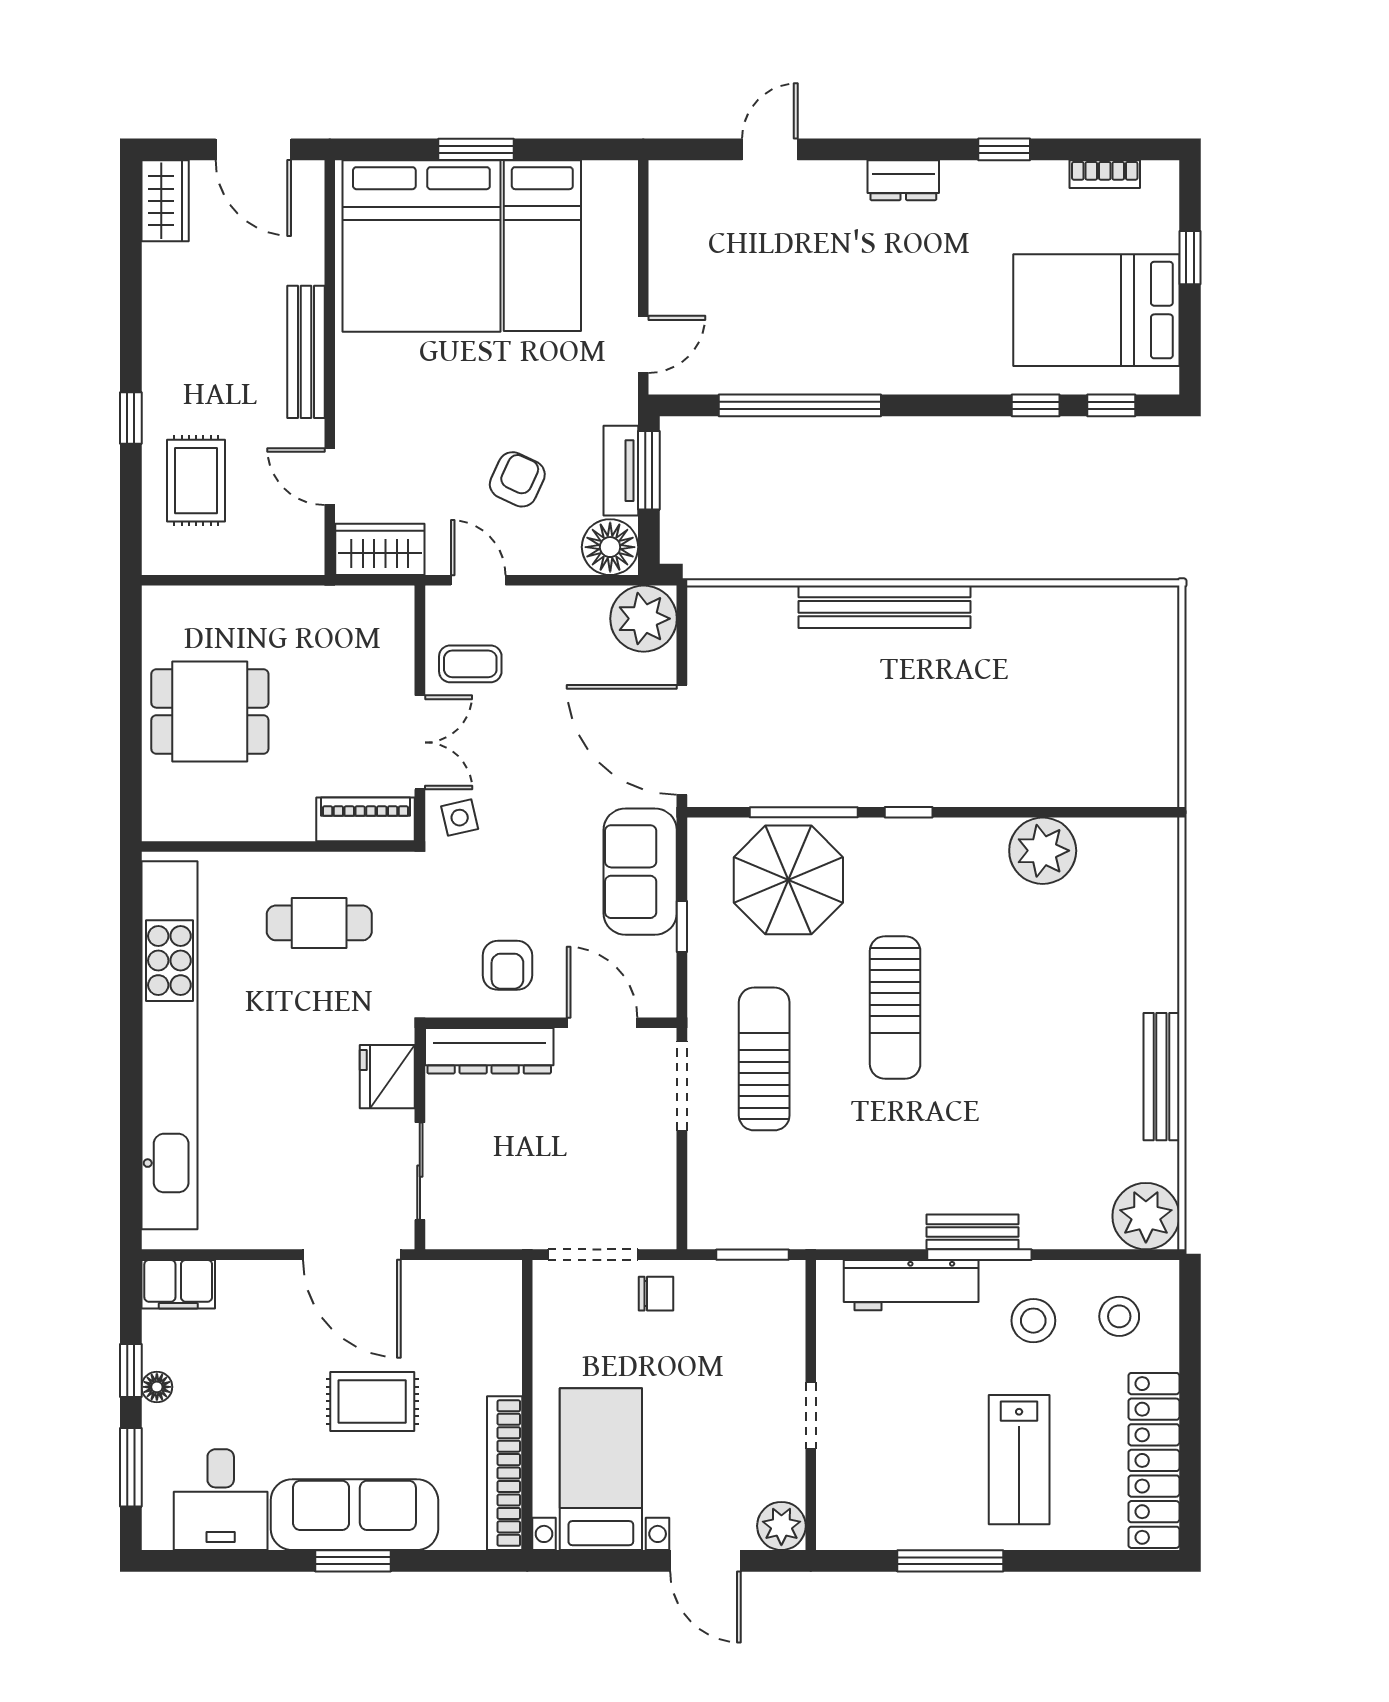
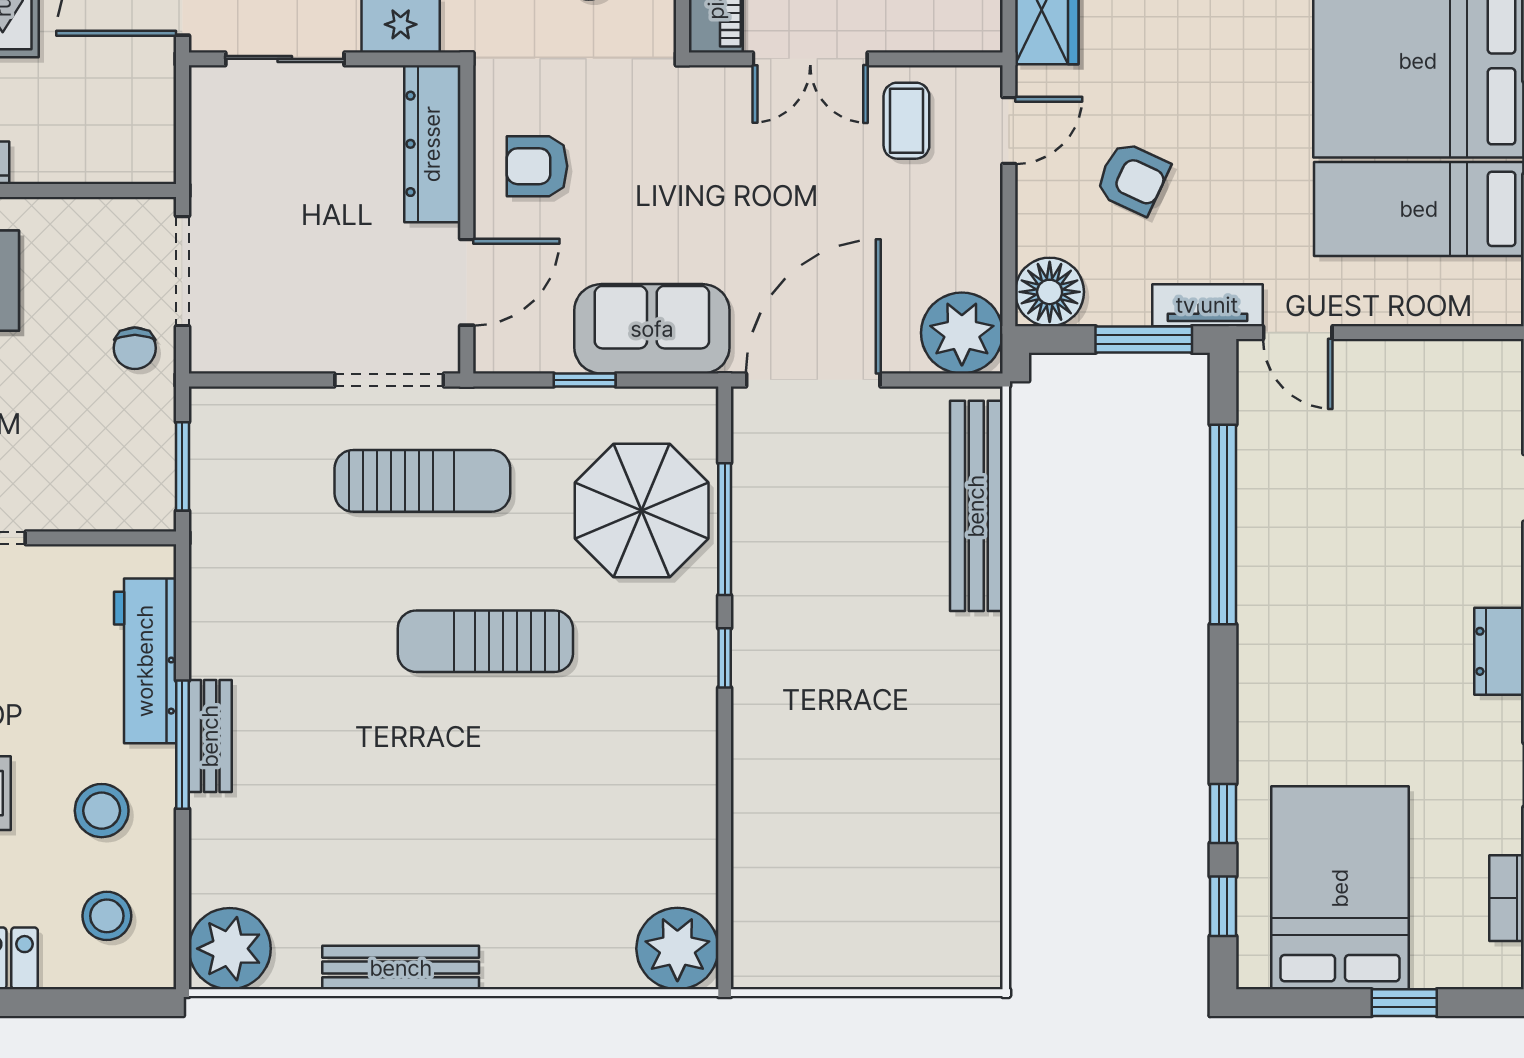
tv unit: (621, 471) -> (1207, 305), moved
bench: (884, 607) -> (976, 506), moved
side table: (460, 818) -> (718, 108), removed
plant: (1043, 851) -> (677, 949), moved

